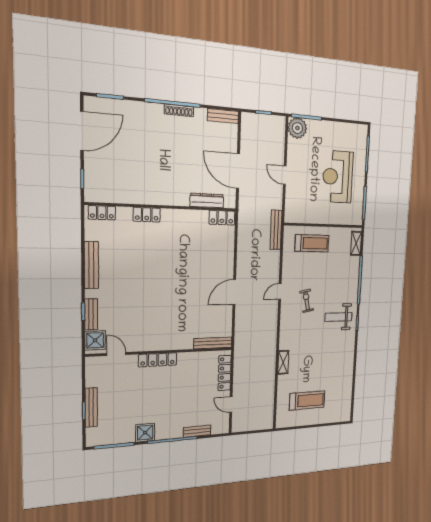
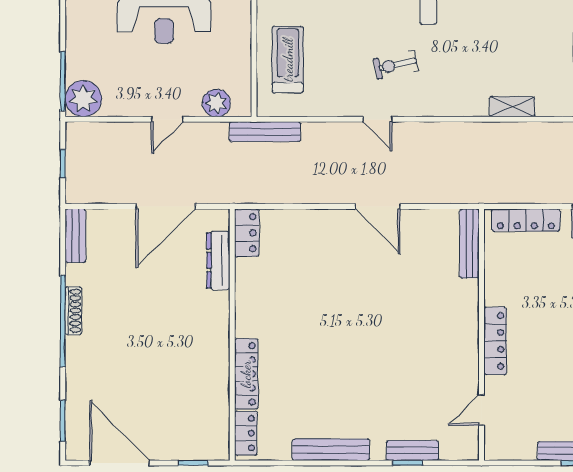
plant: (292, 203) -> (216, 103), added
locker: (147, 215) -> (246, 374), width x1.53
shower: (95, 340) -> (457, 444), removed

